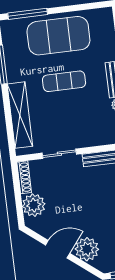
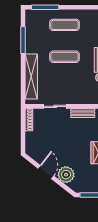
exercise mat: (58, 36) -> (65, 25), width x0.50, depth x0.69
plant: (34, 205) -> (33, 140), removed
door: (58, 249) -> (46, 172), hinge flipped

